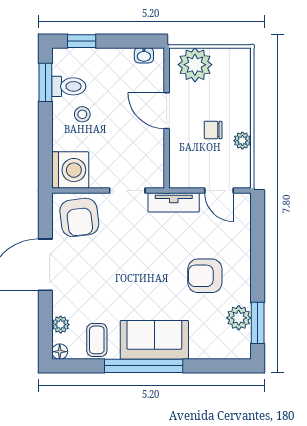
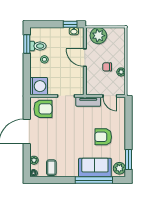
window: (82, 41) -> (70, 24), moved
armchair: (79, 217) -> (43, 109), turned -83
plant: (239, 318) -> (119, 168), moved
sofa: (154, 340) -> (95, 168), moved
window: (144, 366) -> (94, 180), moved

